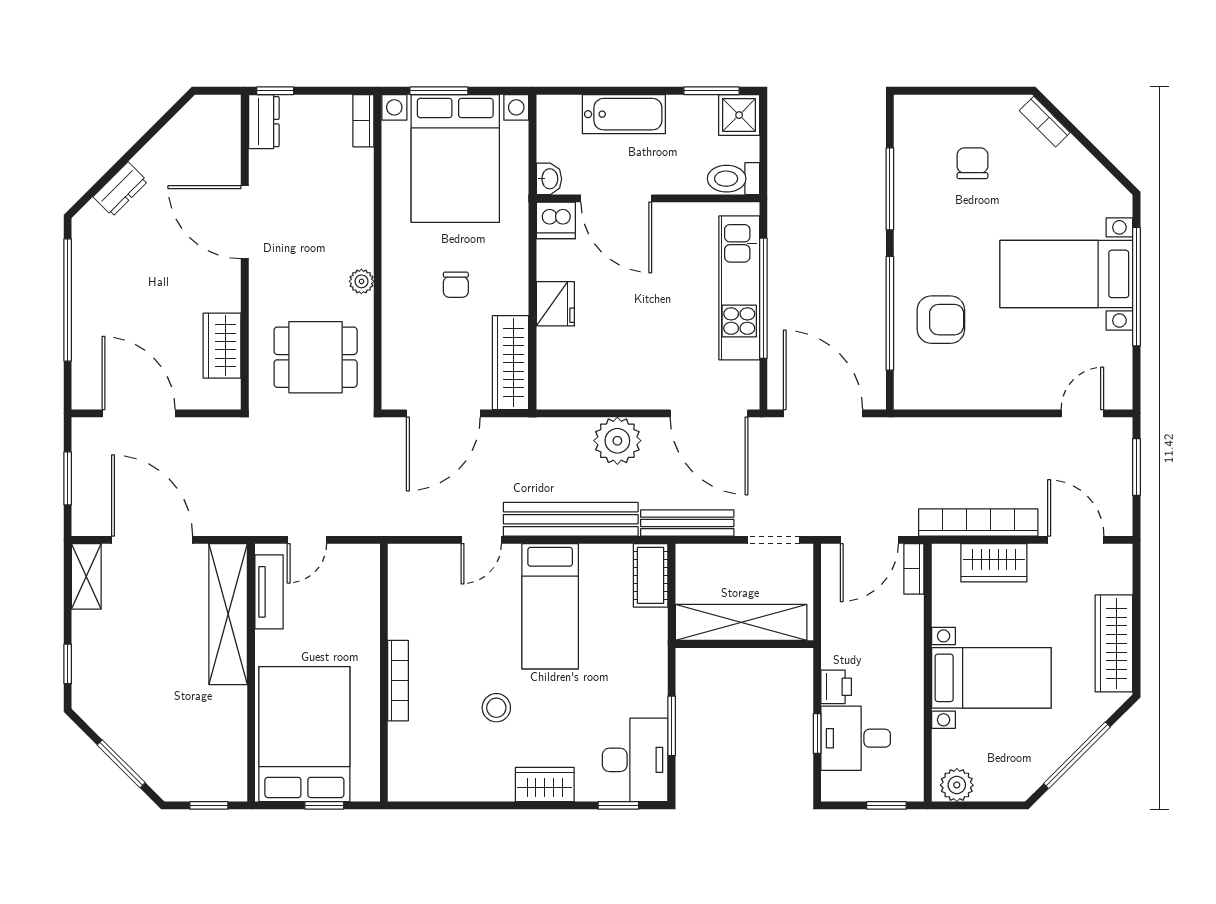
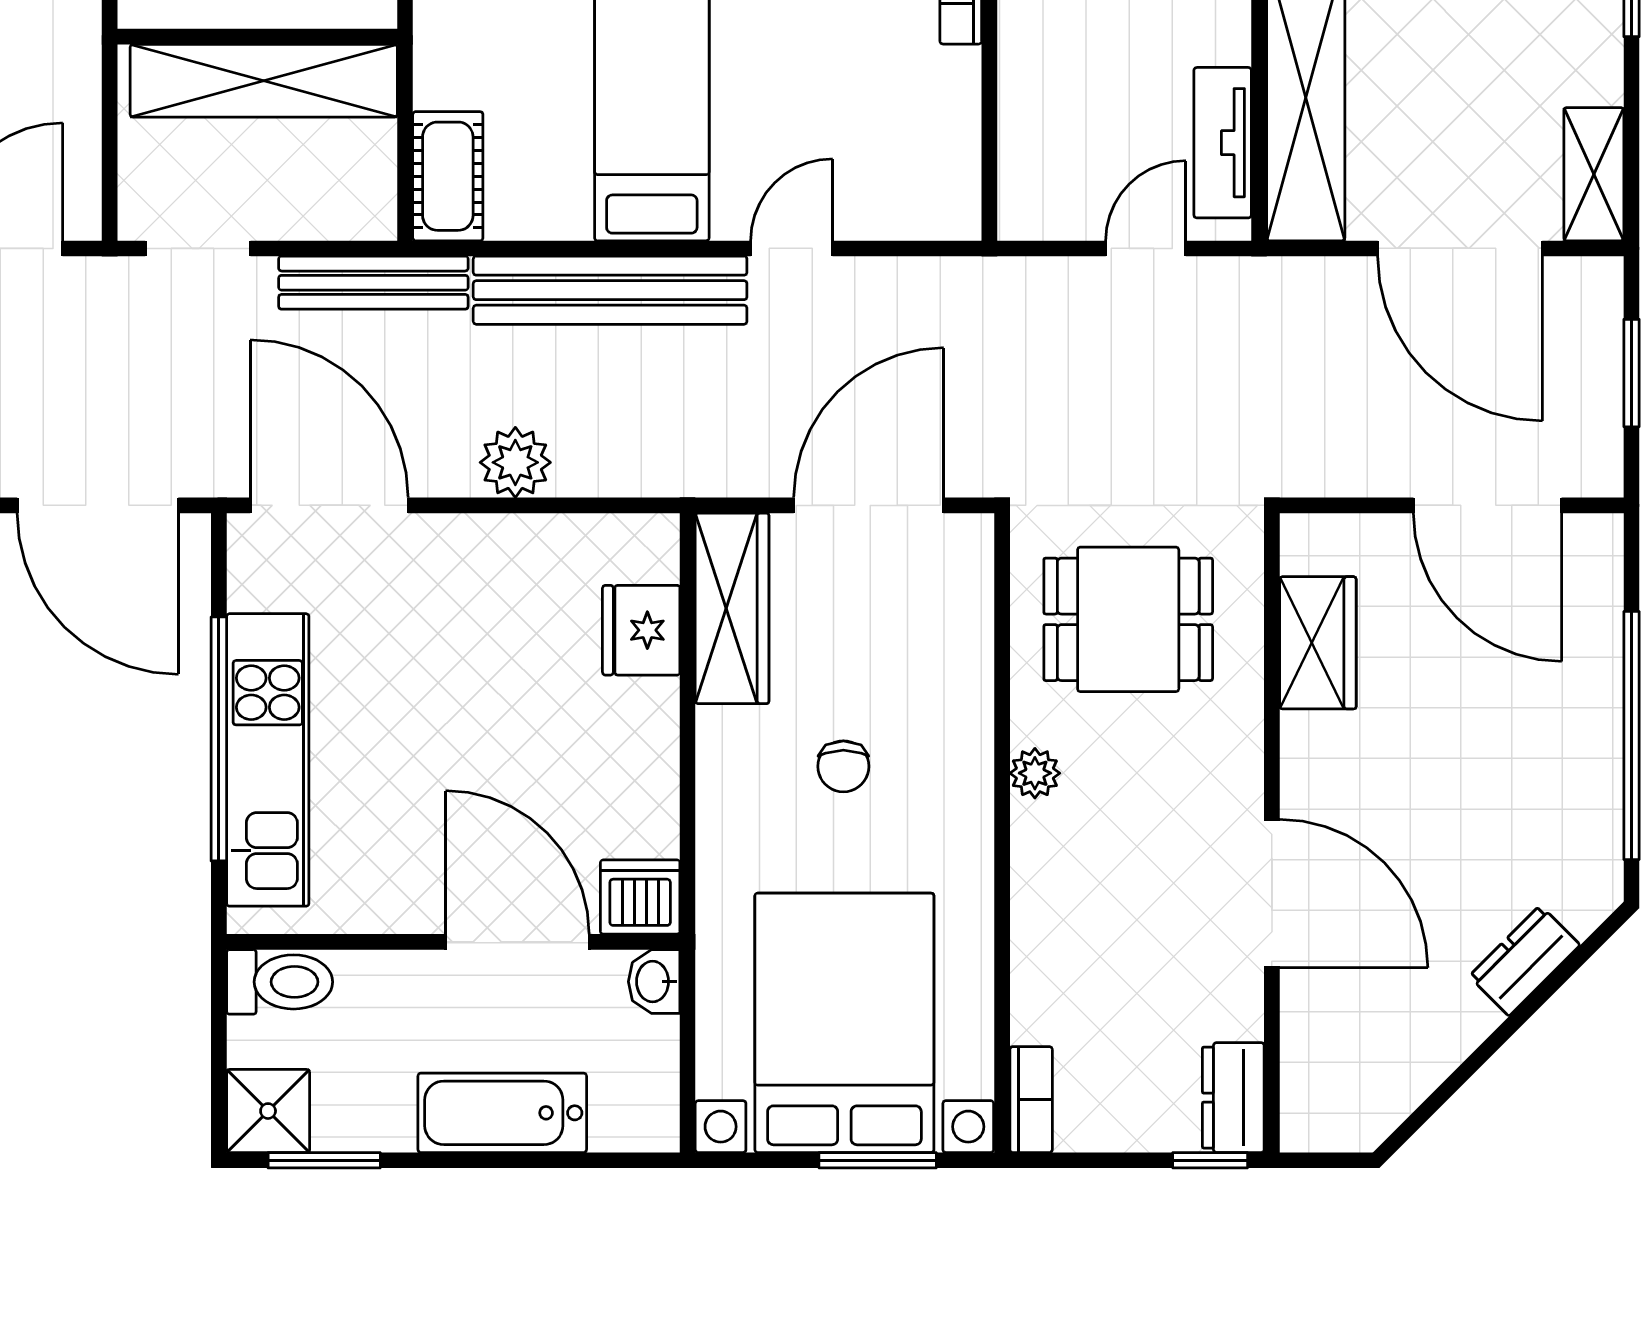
chair: (456, 285) -> (843, 766), turned 180
fridge: (555, 304) -> (641, 630), moved
plant: (617, 441) -> (515, 462), width x0.73, depth x0.73

